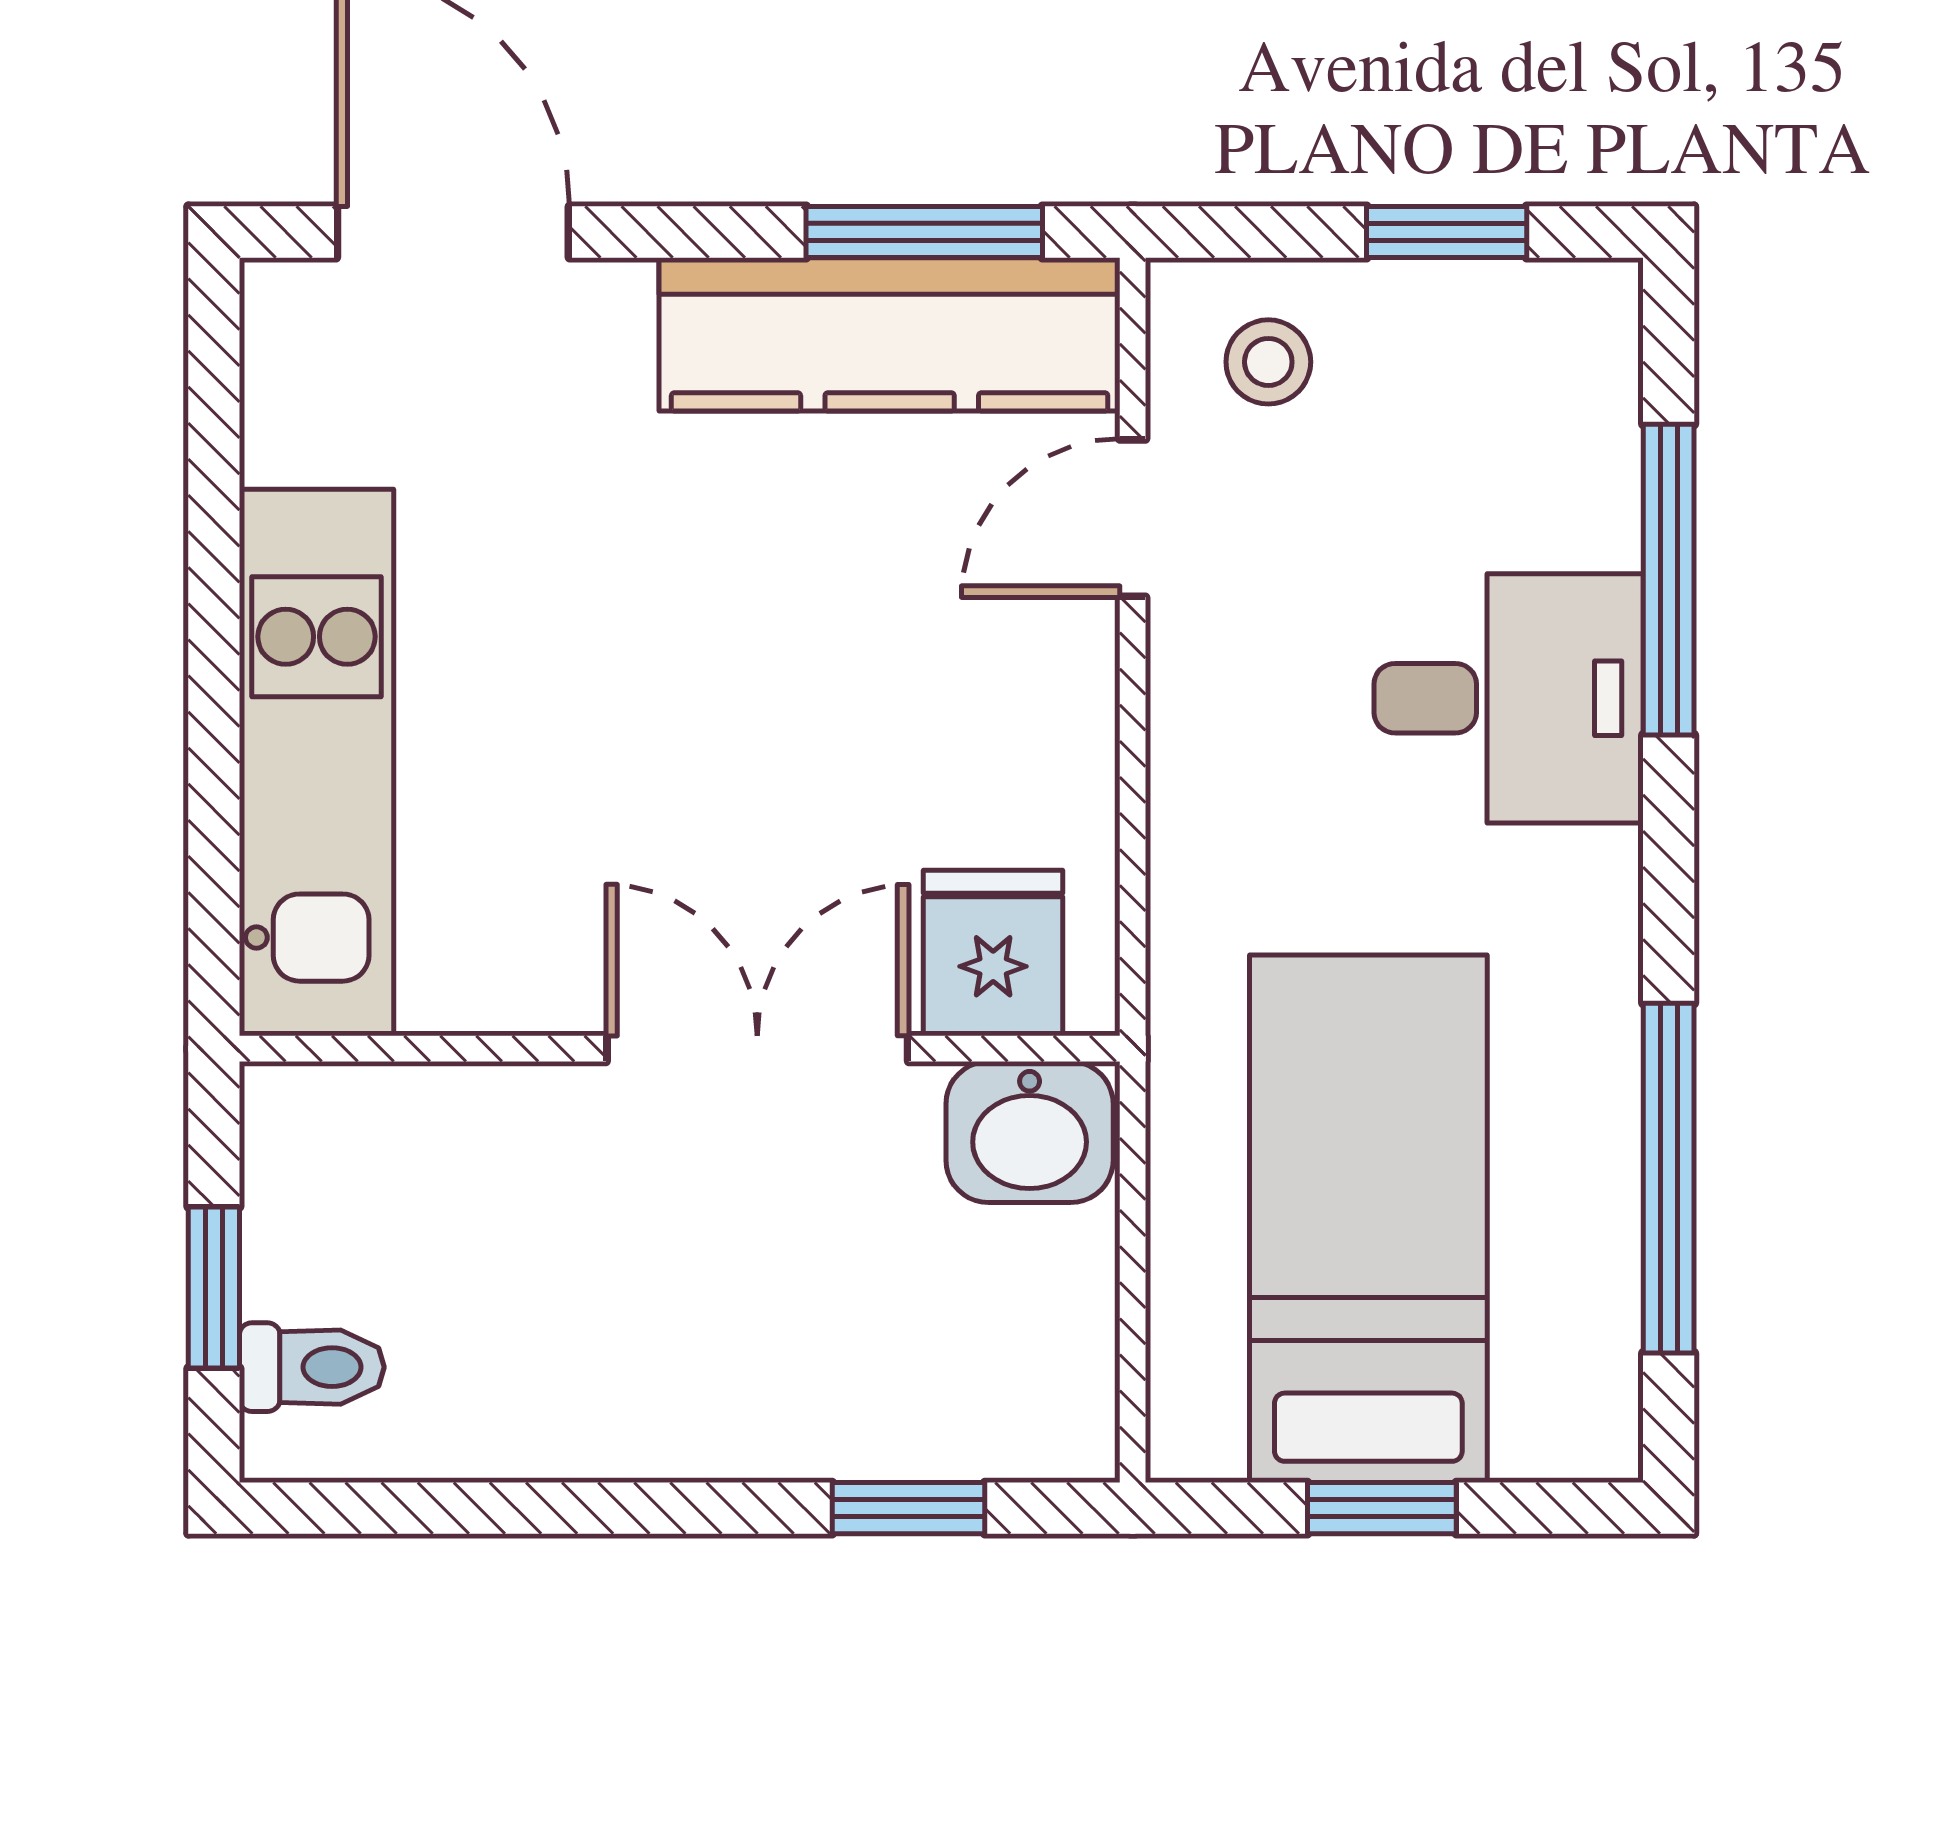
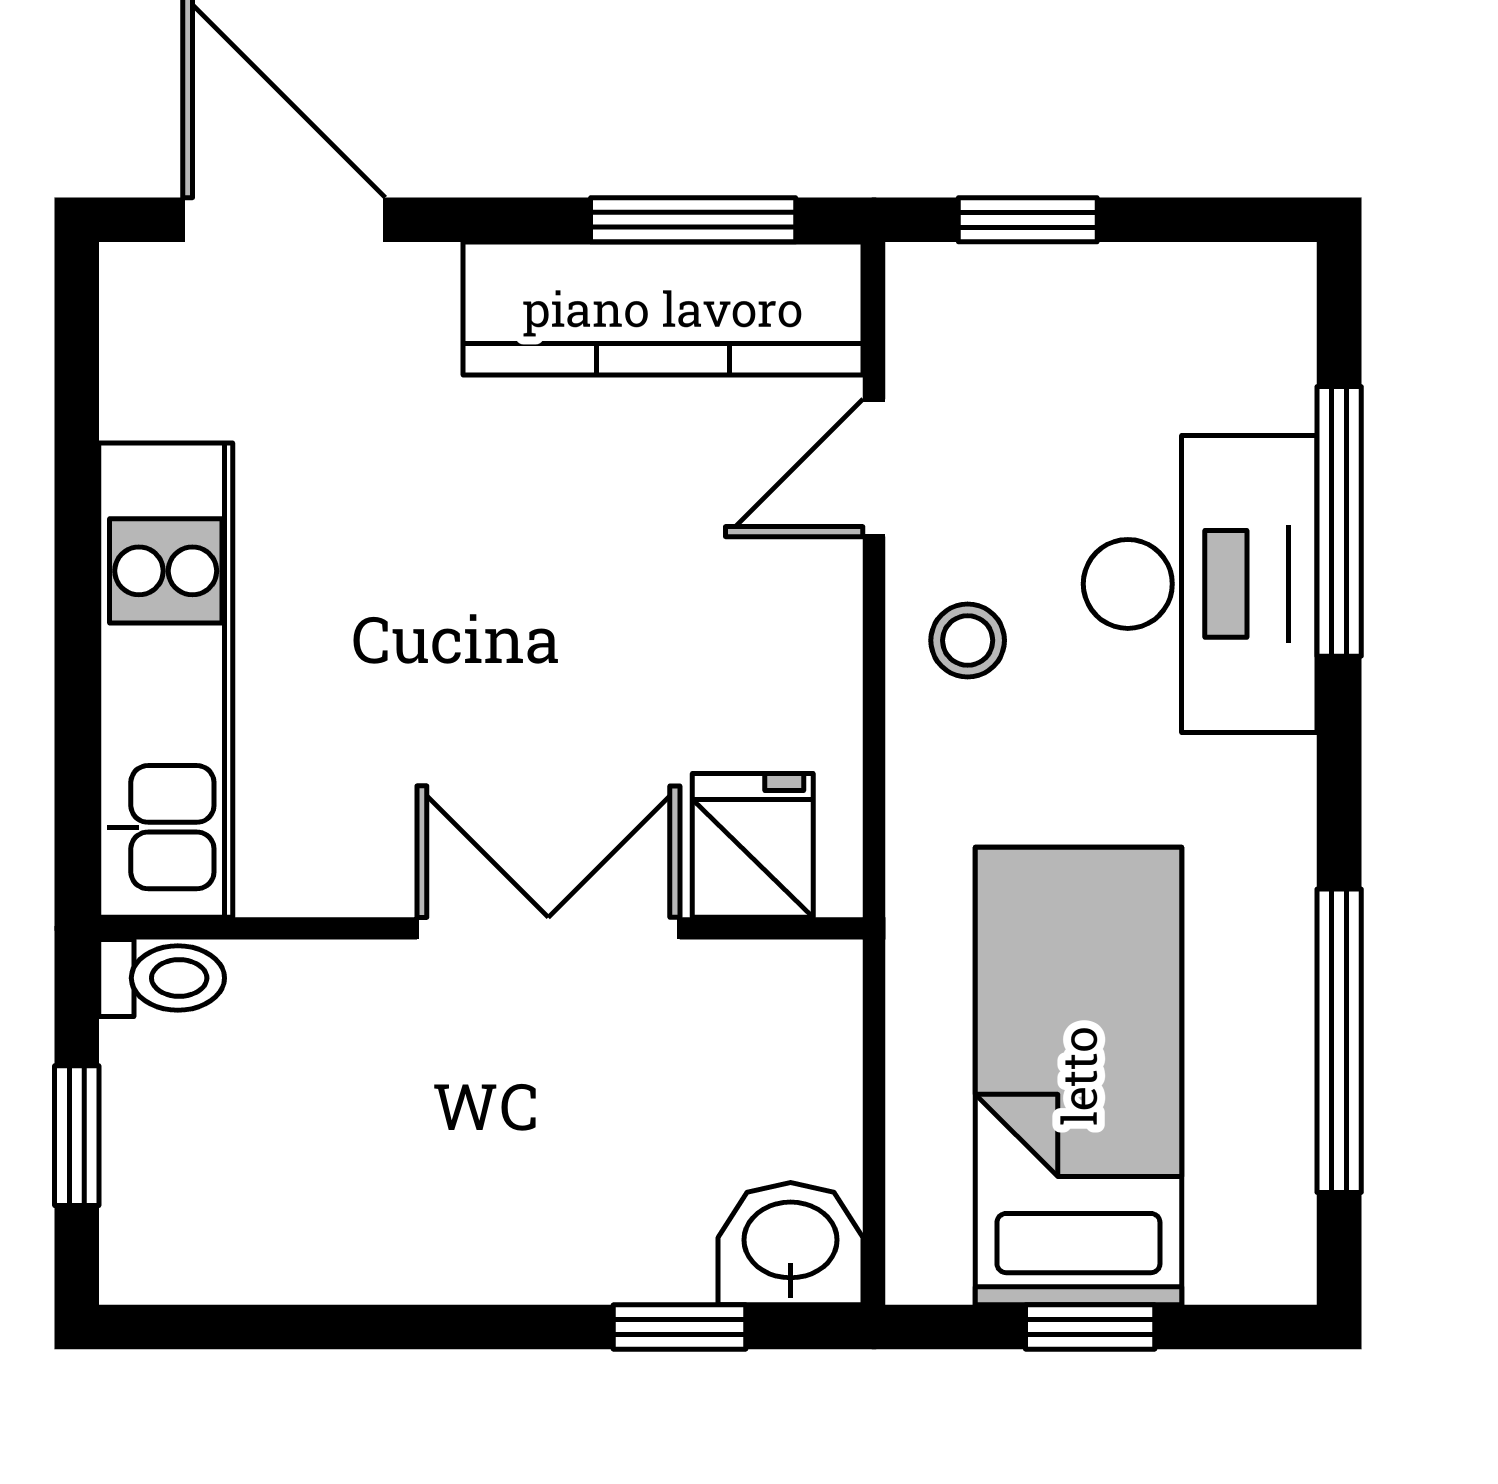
window: (1447, 232) -> (1028, 220), moved
stool: (1268, 362) -> (968, 640), moved
desk: (1509, 698) -> (1200, 584), width x1.37
washbasin: (1030, 1132) -> (791, 1244), moved, turned 180
toilet: (312, 1367) -> (162, 978), moved

